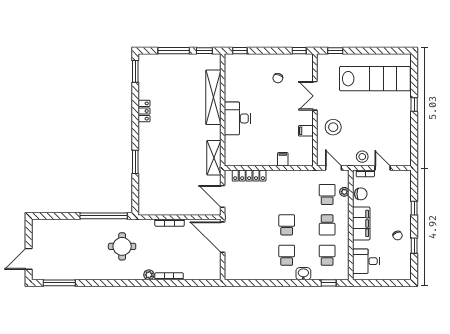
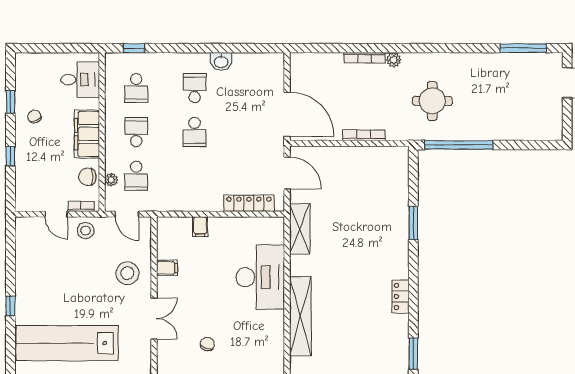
desk: (237, 118) -> (260, 277), width x1.36, depth x1.30
school desk: (287, 255) -> (195, 88), turned 180
washbasin: (303, 274) -> (221, 61), moved

